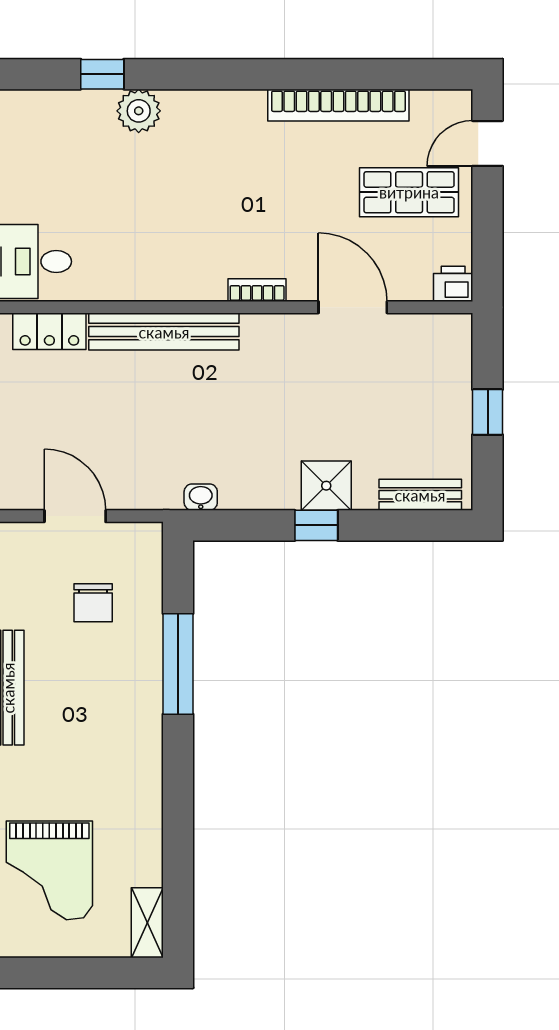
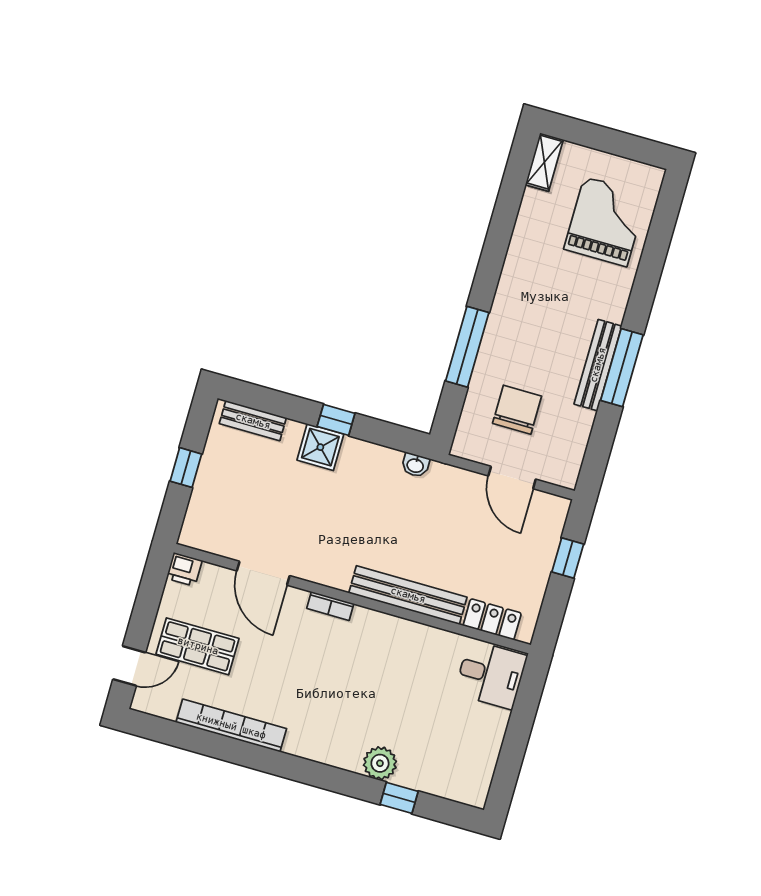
chair: (93, 603) -> (517, 410), width x1.37, depth x1.37

